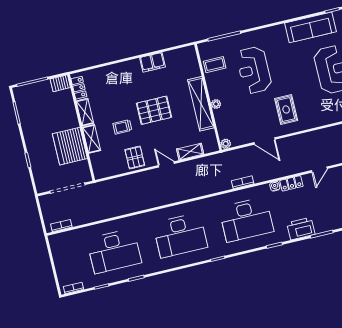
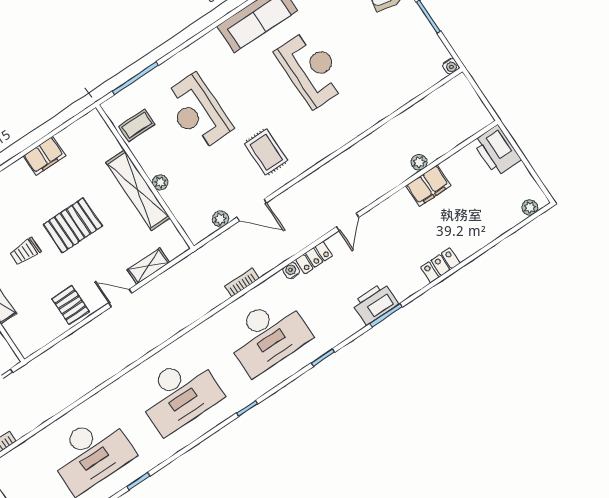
trolley: (122, 127) -> (25, 252), moved
plant: (226, 144) -> (220, 219), moved
printer: (301, 229) -> (375, 304), moved

